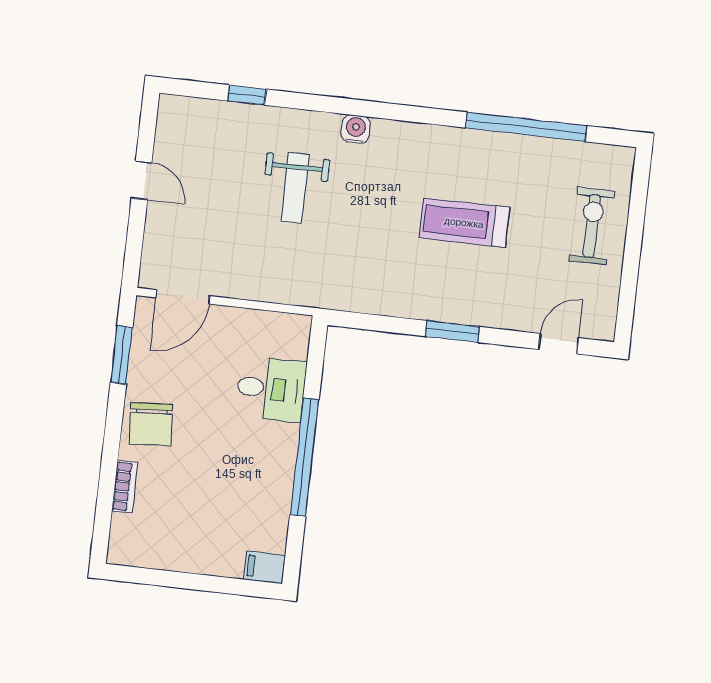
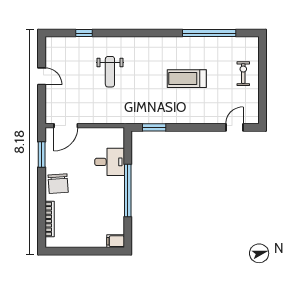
water cooler: (356, 129) -> (134, 43), removed
exercise bike: (592, 226) -> (243, 74), width x0.73, depth x0.72
window: (452, 332) -> (154, 127), moved
bookcase: (125, 487) -> (50, 219), width x1.56

